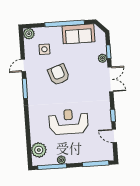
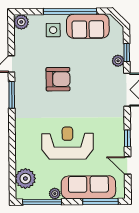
side table: (44, 49) -> (53, 30), moved
armchair: (59, 75) -> (58, 79), turned 109
sofa: (86, 154) -> (88, 187), added

